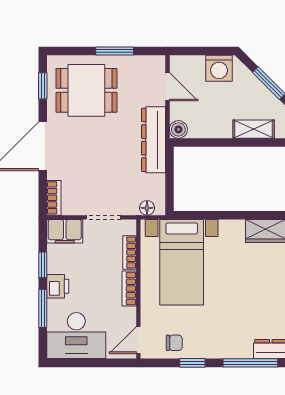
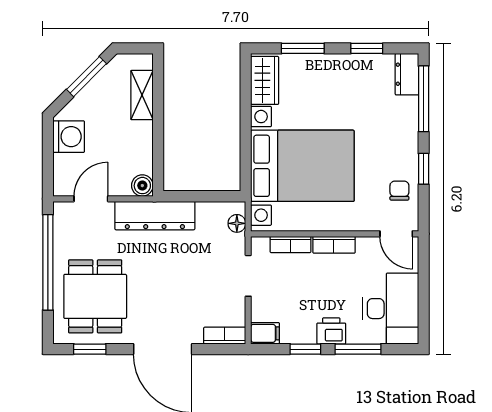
window: (115, 51) -> (48, 262), width x2.11
filing cabinet: (65, 231) -> (265, 333), width x0.50
bed with nightstands: (182, 262) -> (302, 166), width x1.36

